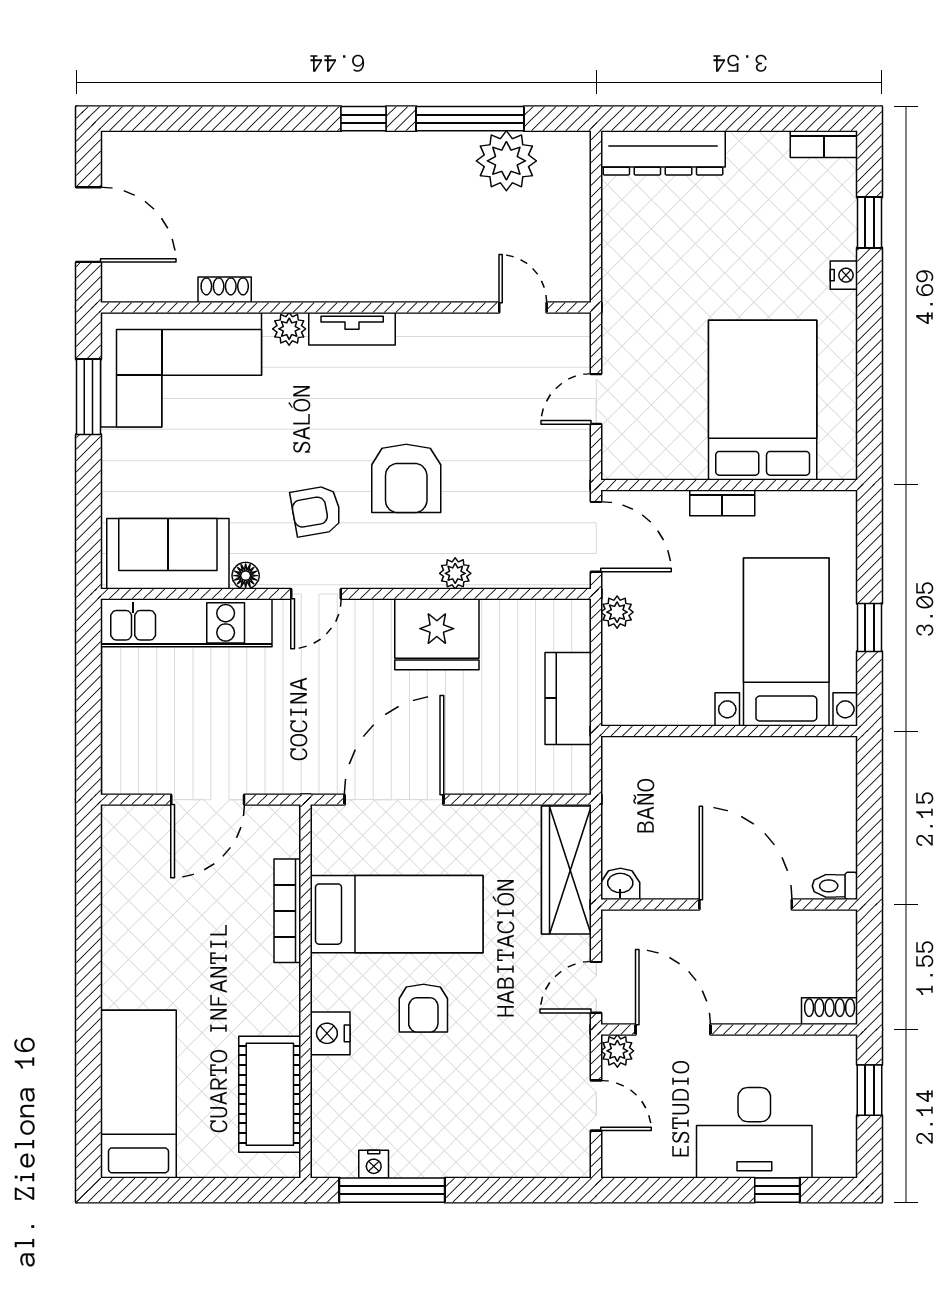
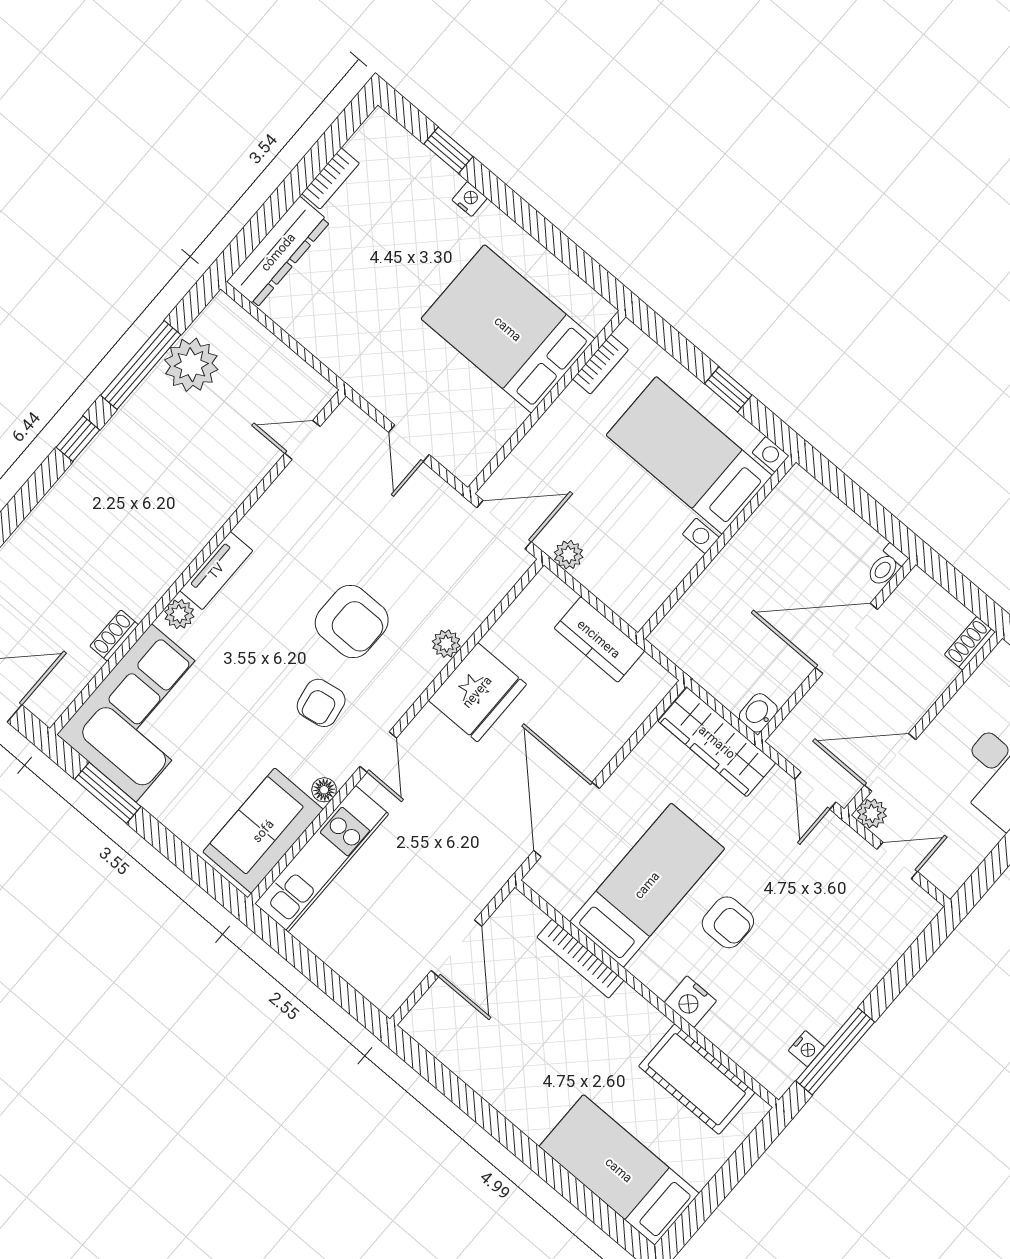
bookcase: (824, 144) -> (331, 178), moved
bookcase: (722, 503) -> (600, 364), moved

